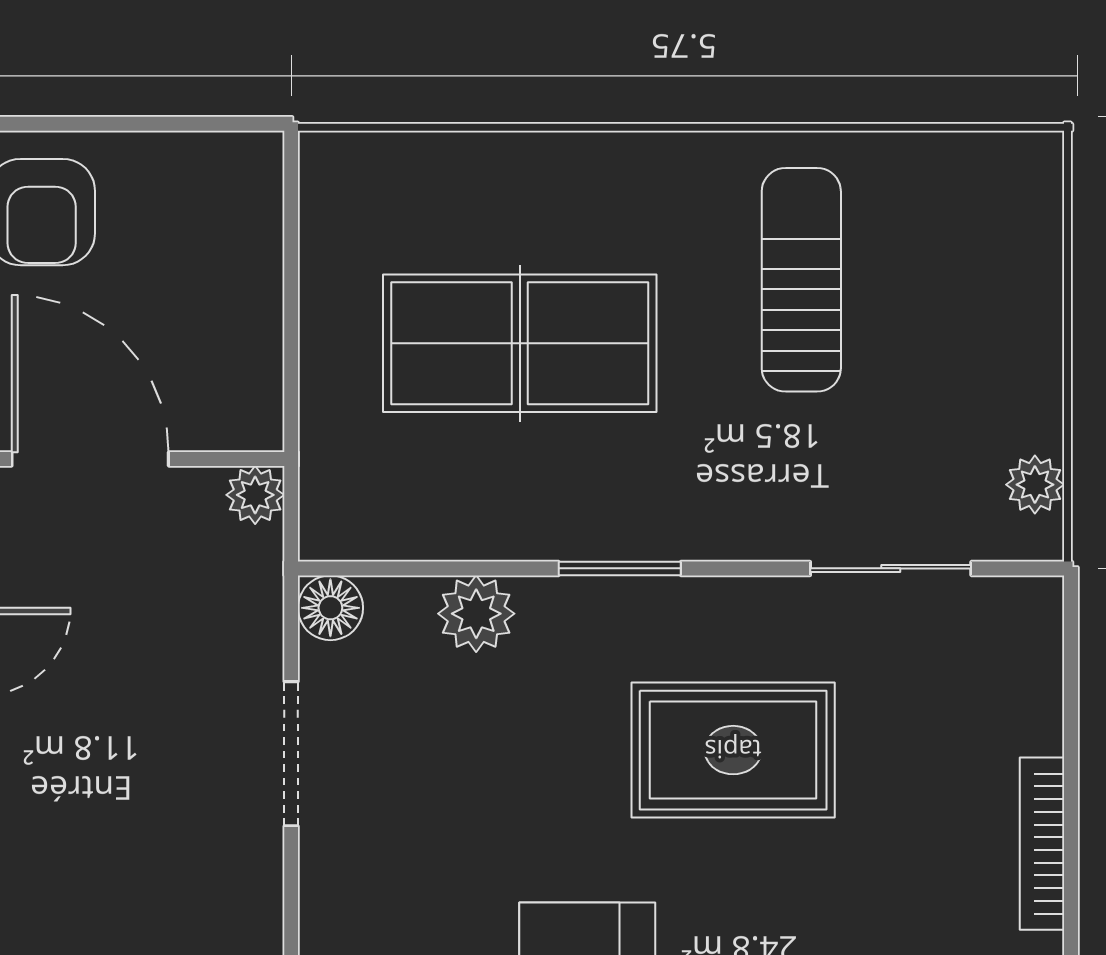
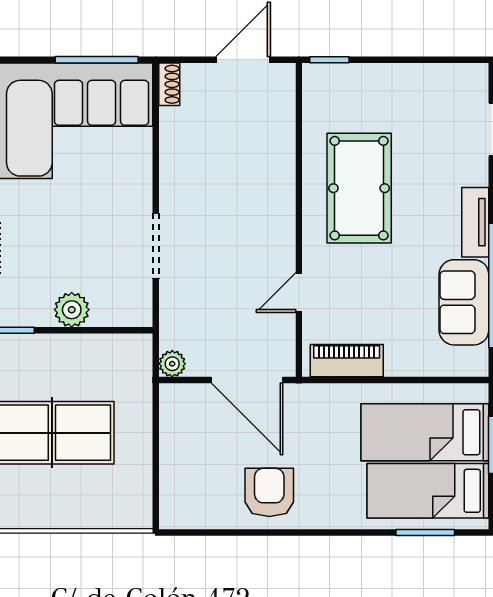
floor lamp: (330, 608) -> (138, 312), removed

